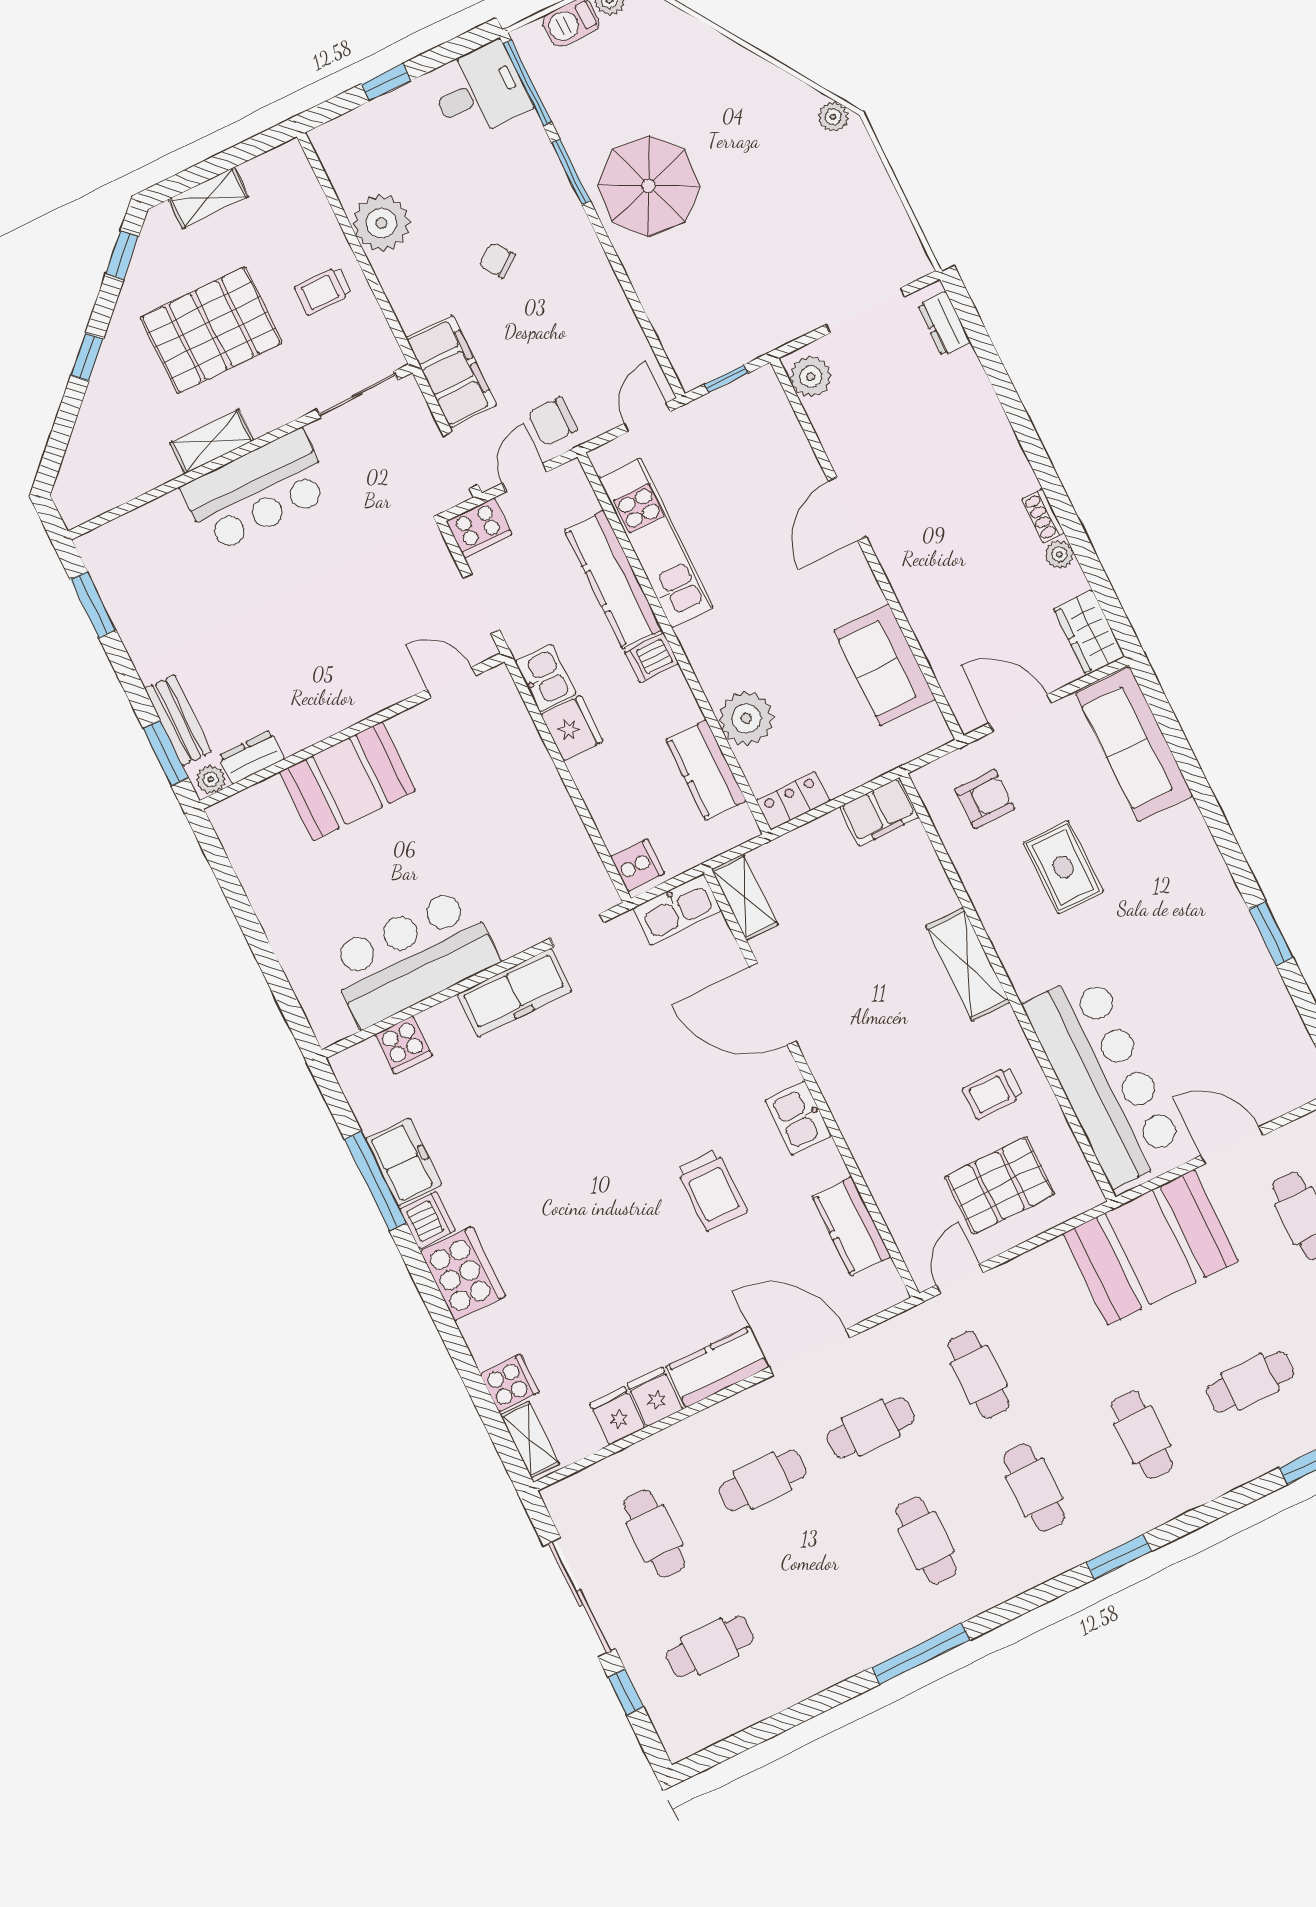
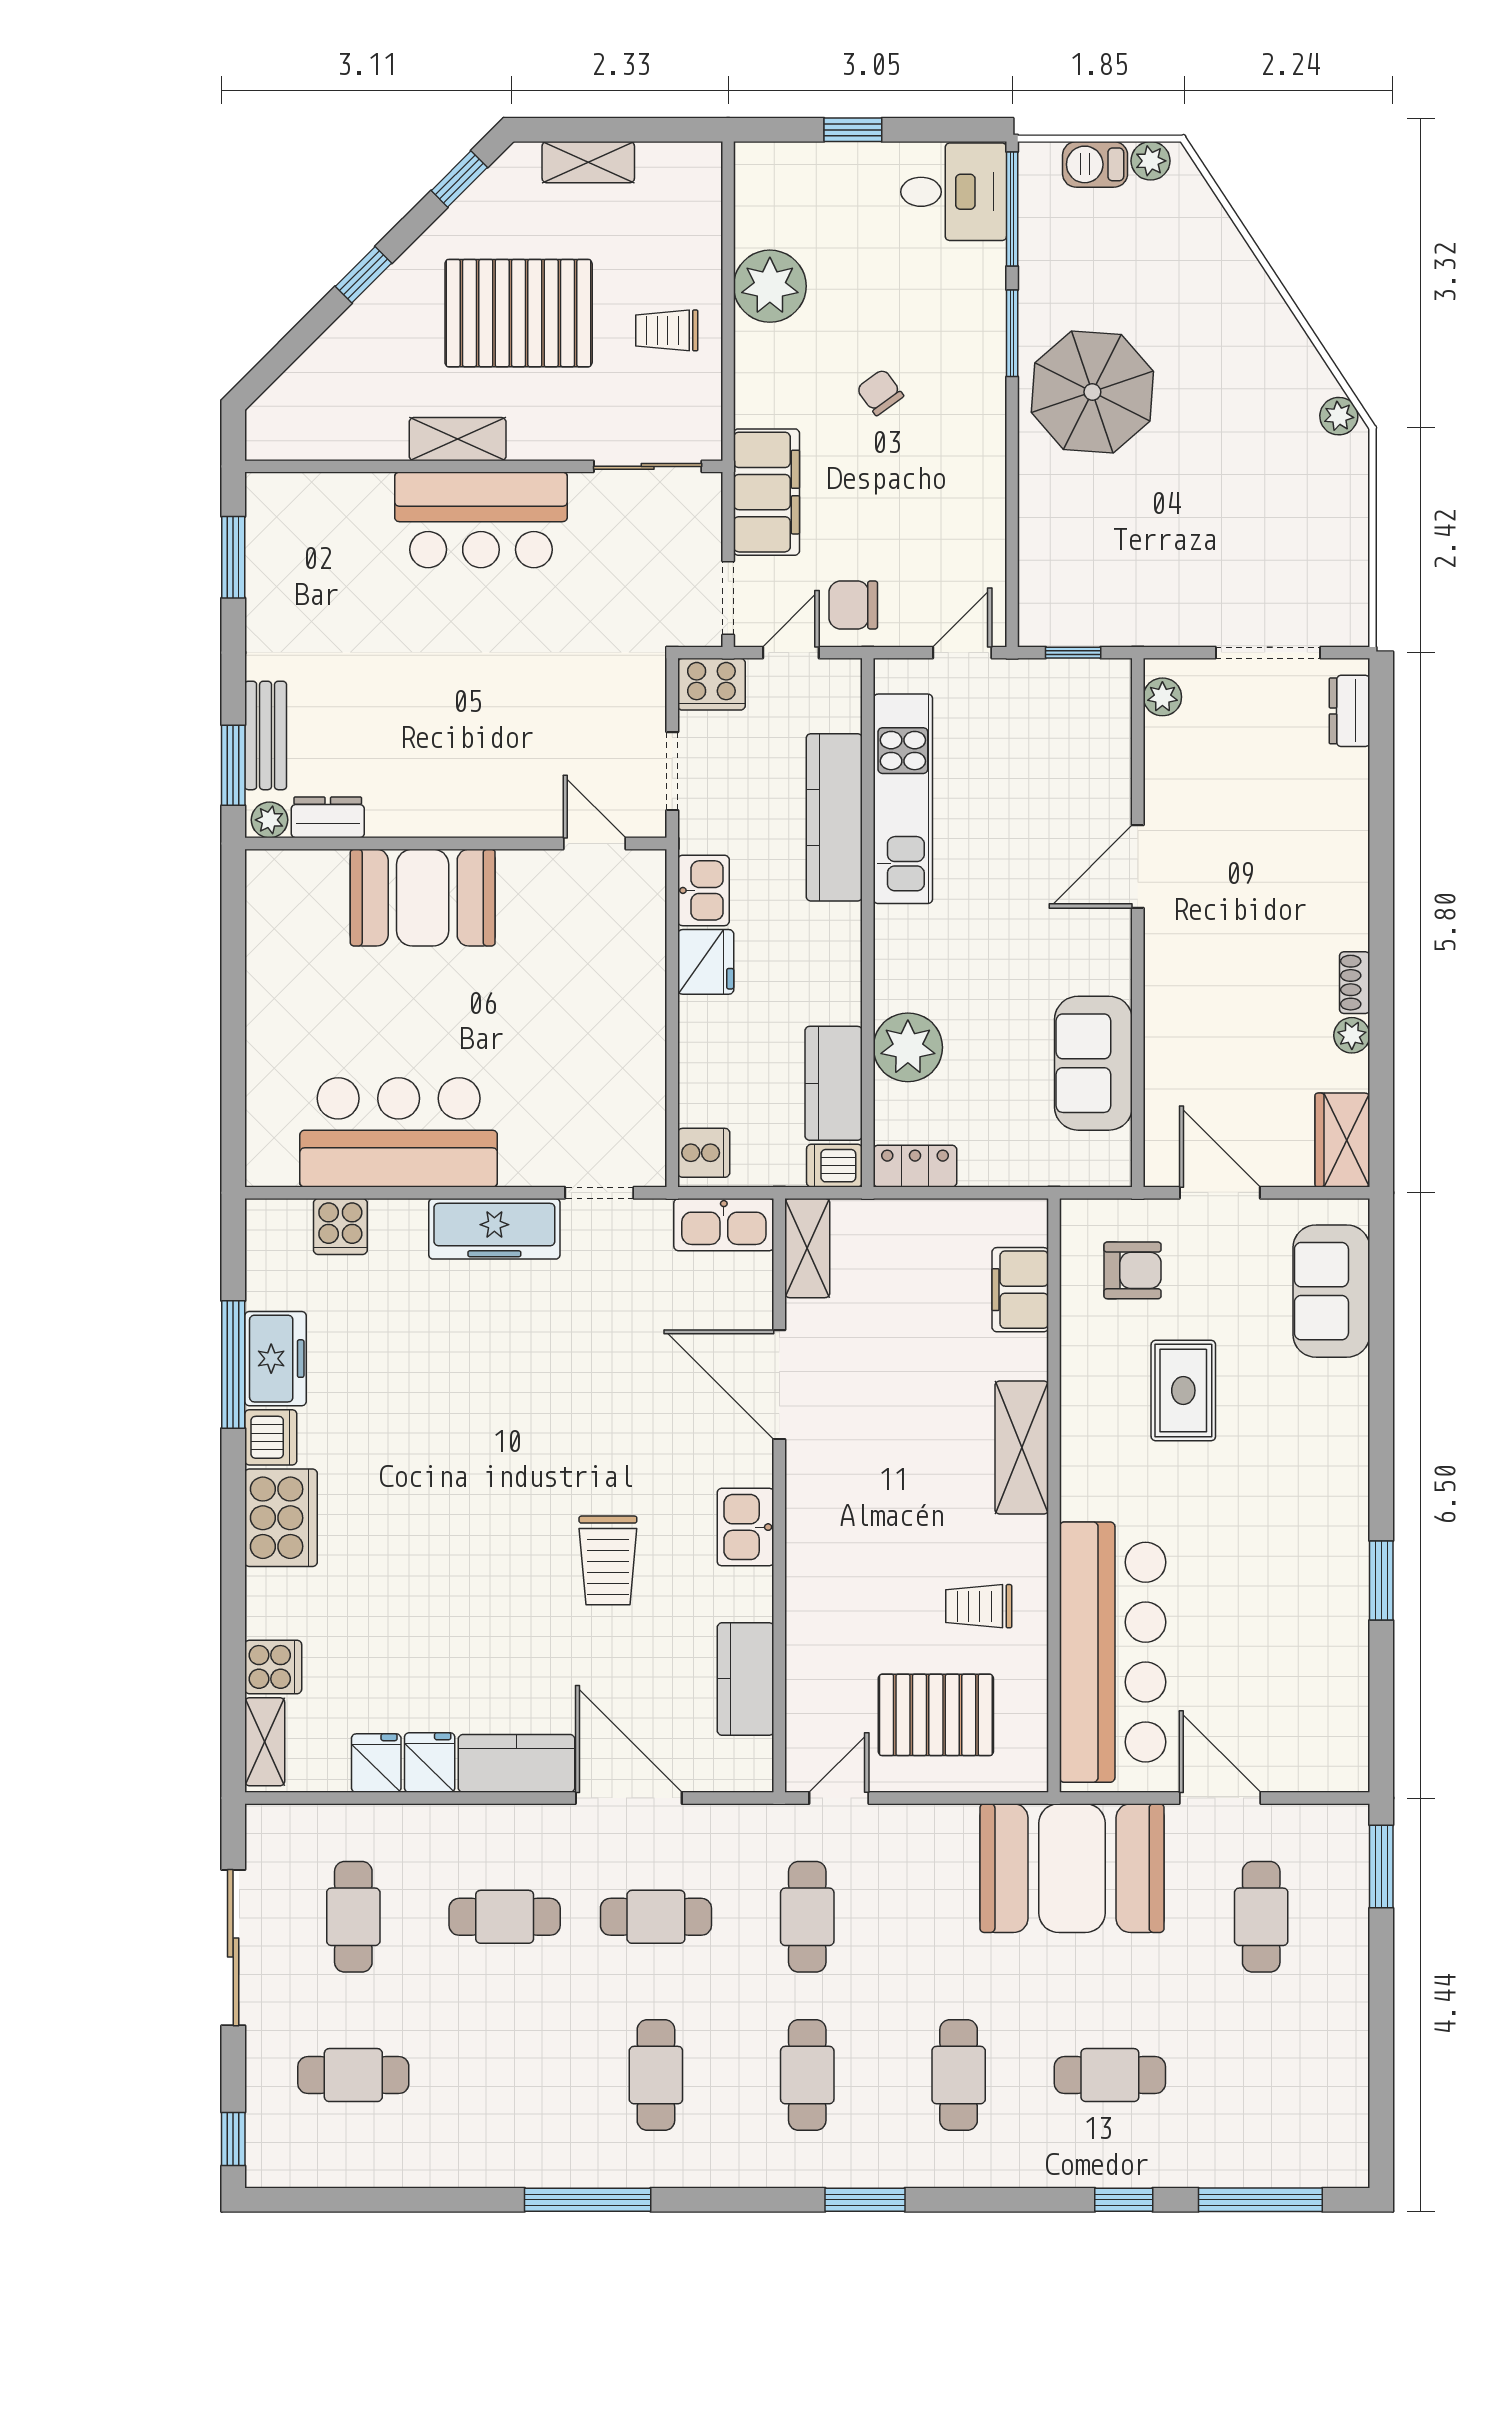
plant: (811, 377) -> (1162, 697), width x0.73, depth x0.73
dishwasher: (652, 658) -> (834, 1166), moved
sofa: (1134, 744) -> (1331, 1291), width x0.73
filing cabinet: (879, 812) -> (1020, 1290), moved, turned 90
window: (626, 1692) -> (233, 2139), moved

